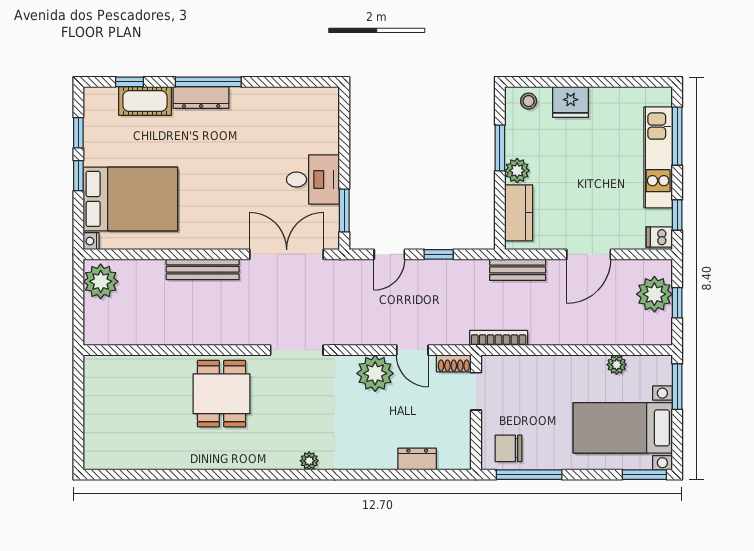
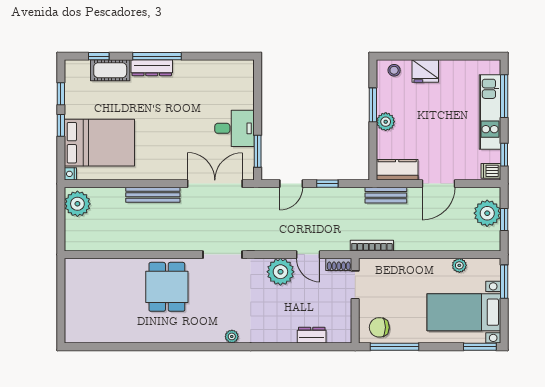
kitchen counter: (519, 213) -> (397, 170), moved, turned -90

